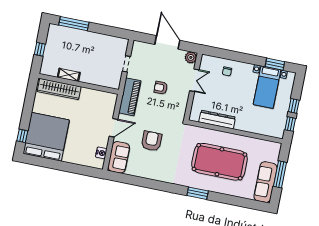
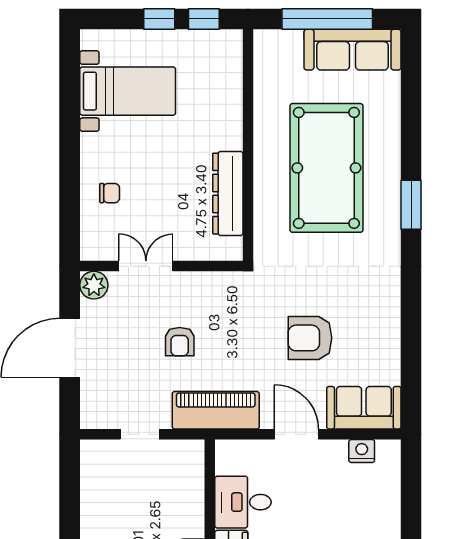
window: (275, 64) -> (70, 84), removed
desk: (90, 100) -> (243, 502), added
window: (280, 174) -> (327, 19), width x1.46

